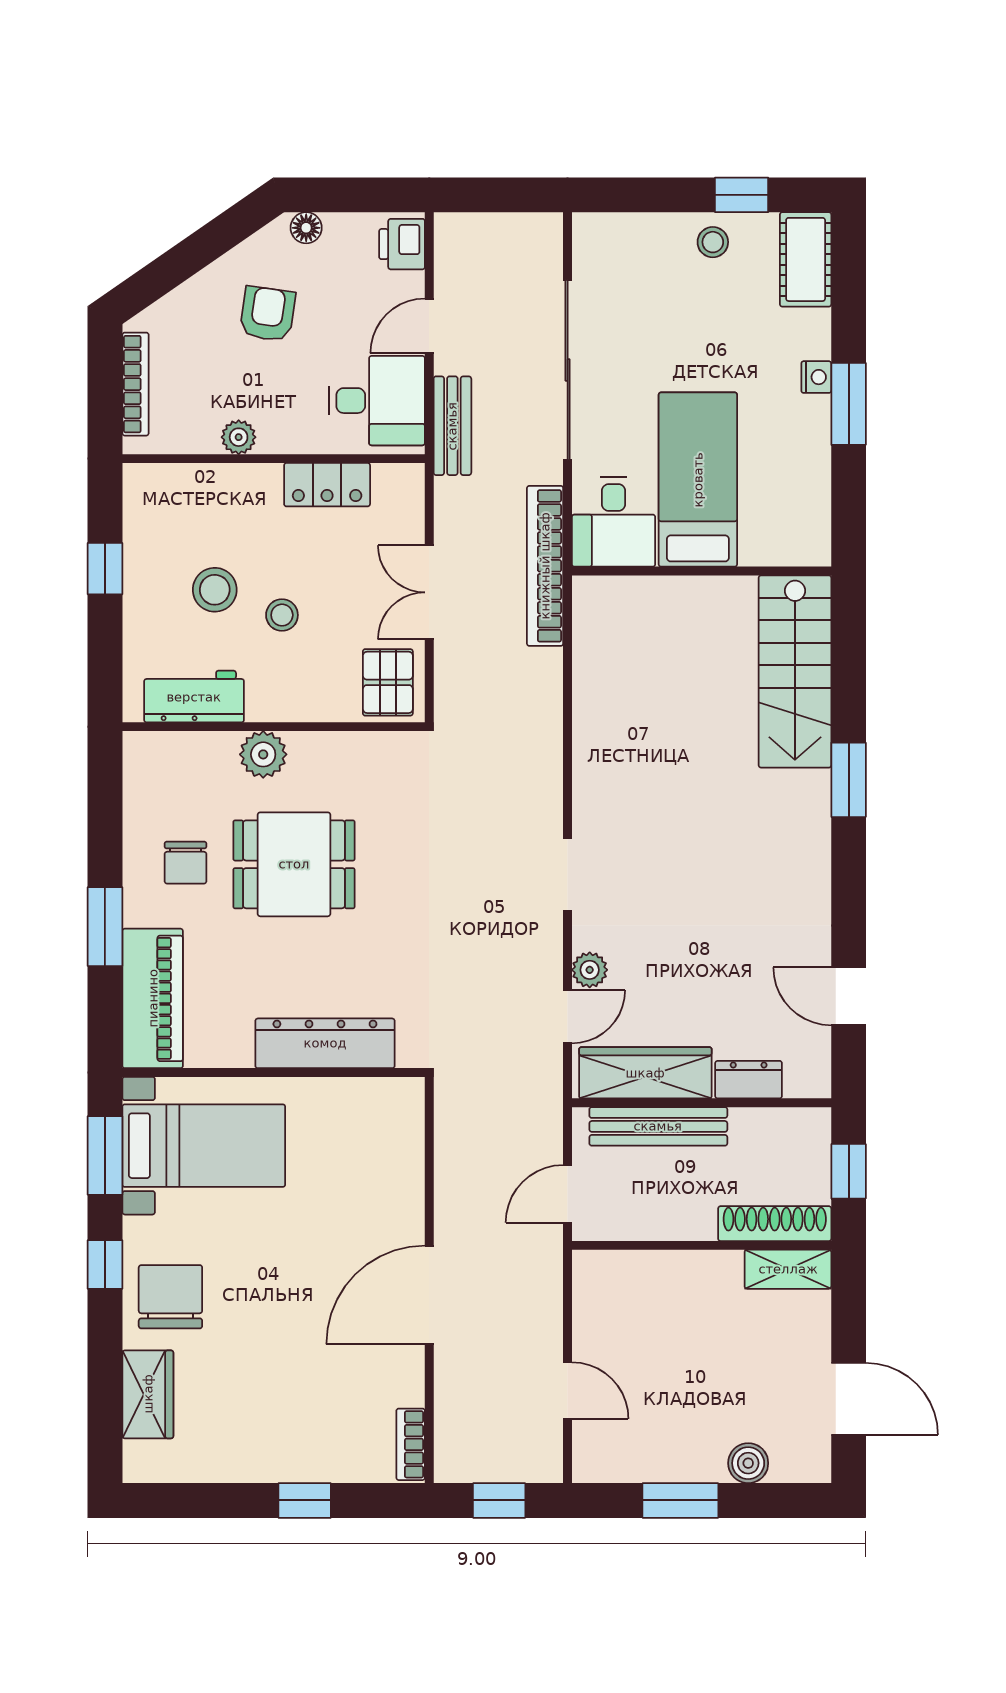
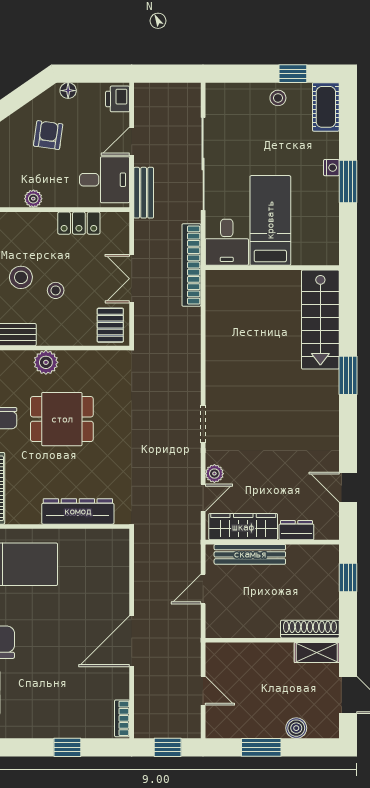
shoe rack: (775, 1224) -> (310, 629), moved
wall: (702, 1245) -> (272, 640), moved
shelving: (788, 1269) -> (317, 653), moved

